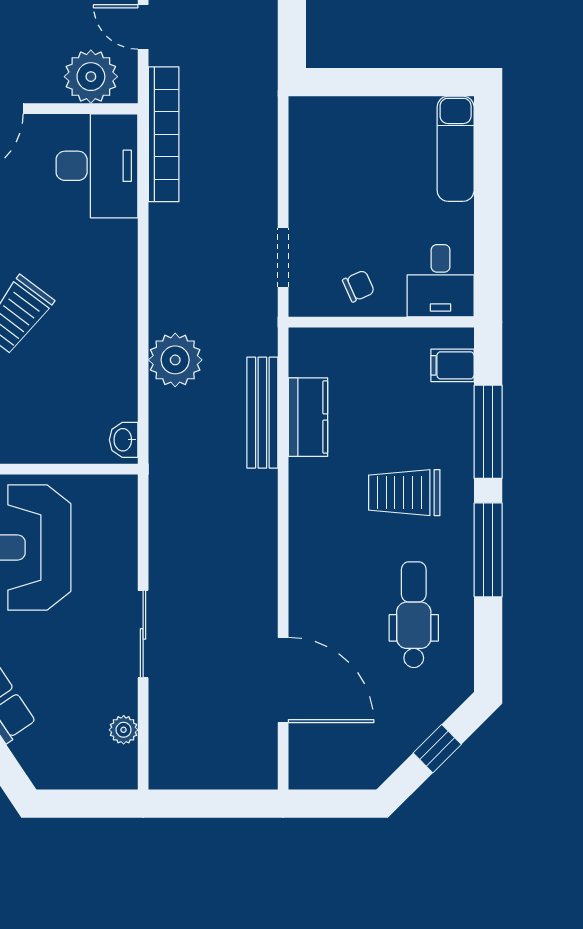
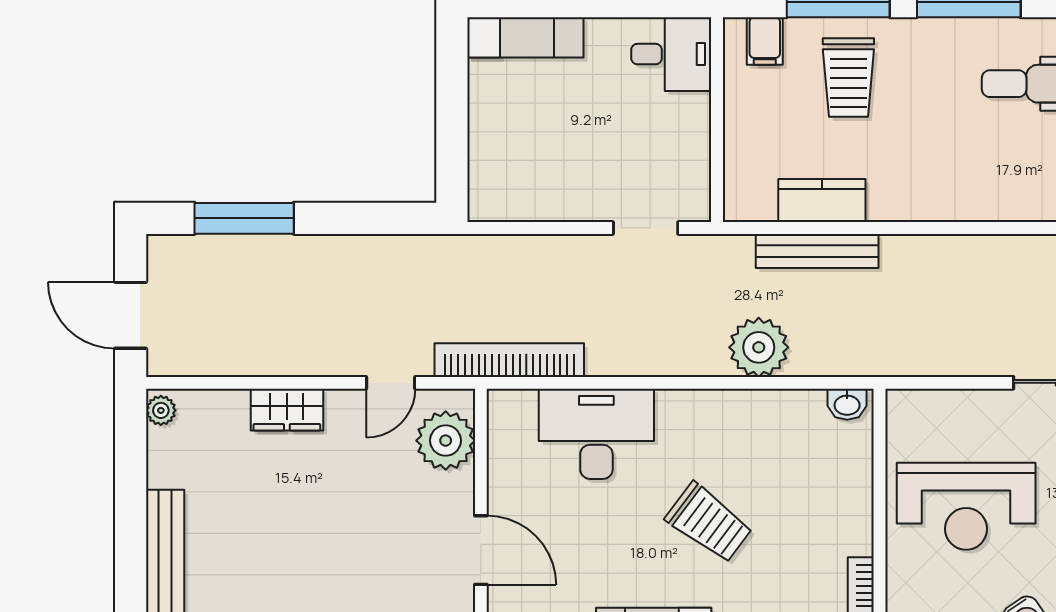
desk: (97, 166) -> (596, 434), moved
chair: (359, 286) -> (677, 145), removed
trolley: (404, 493) -> (848, 77), moved

